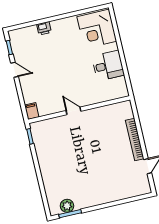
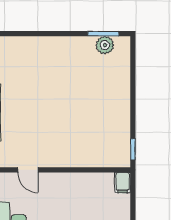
door: (74, 111) -> (28, 170), moved

